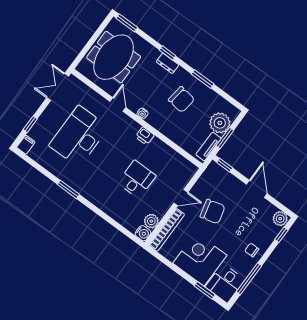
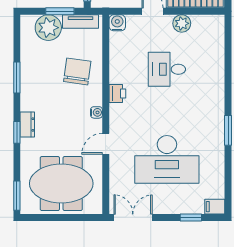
double door: (58, 87) -> (133, 217), swing flipped
chair: (181, 100) -> (77, 71), moved
plant: (151, 221) -> (182, 23), moved
water cooler: (143, 233) -> (117, 23), moved

